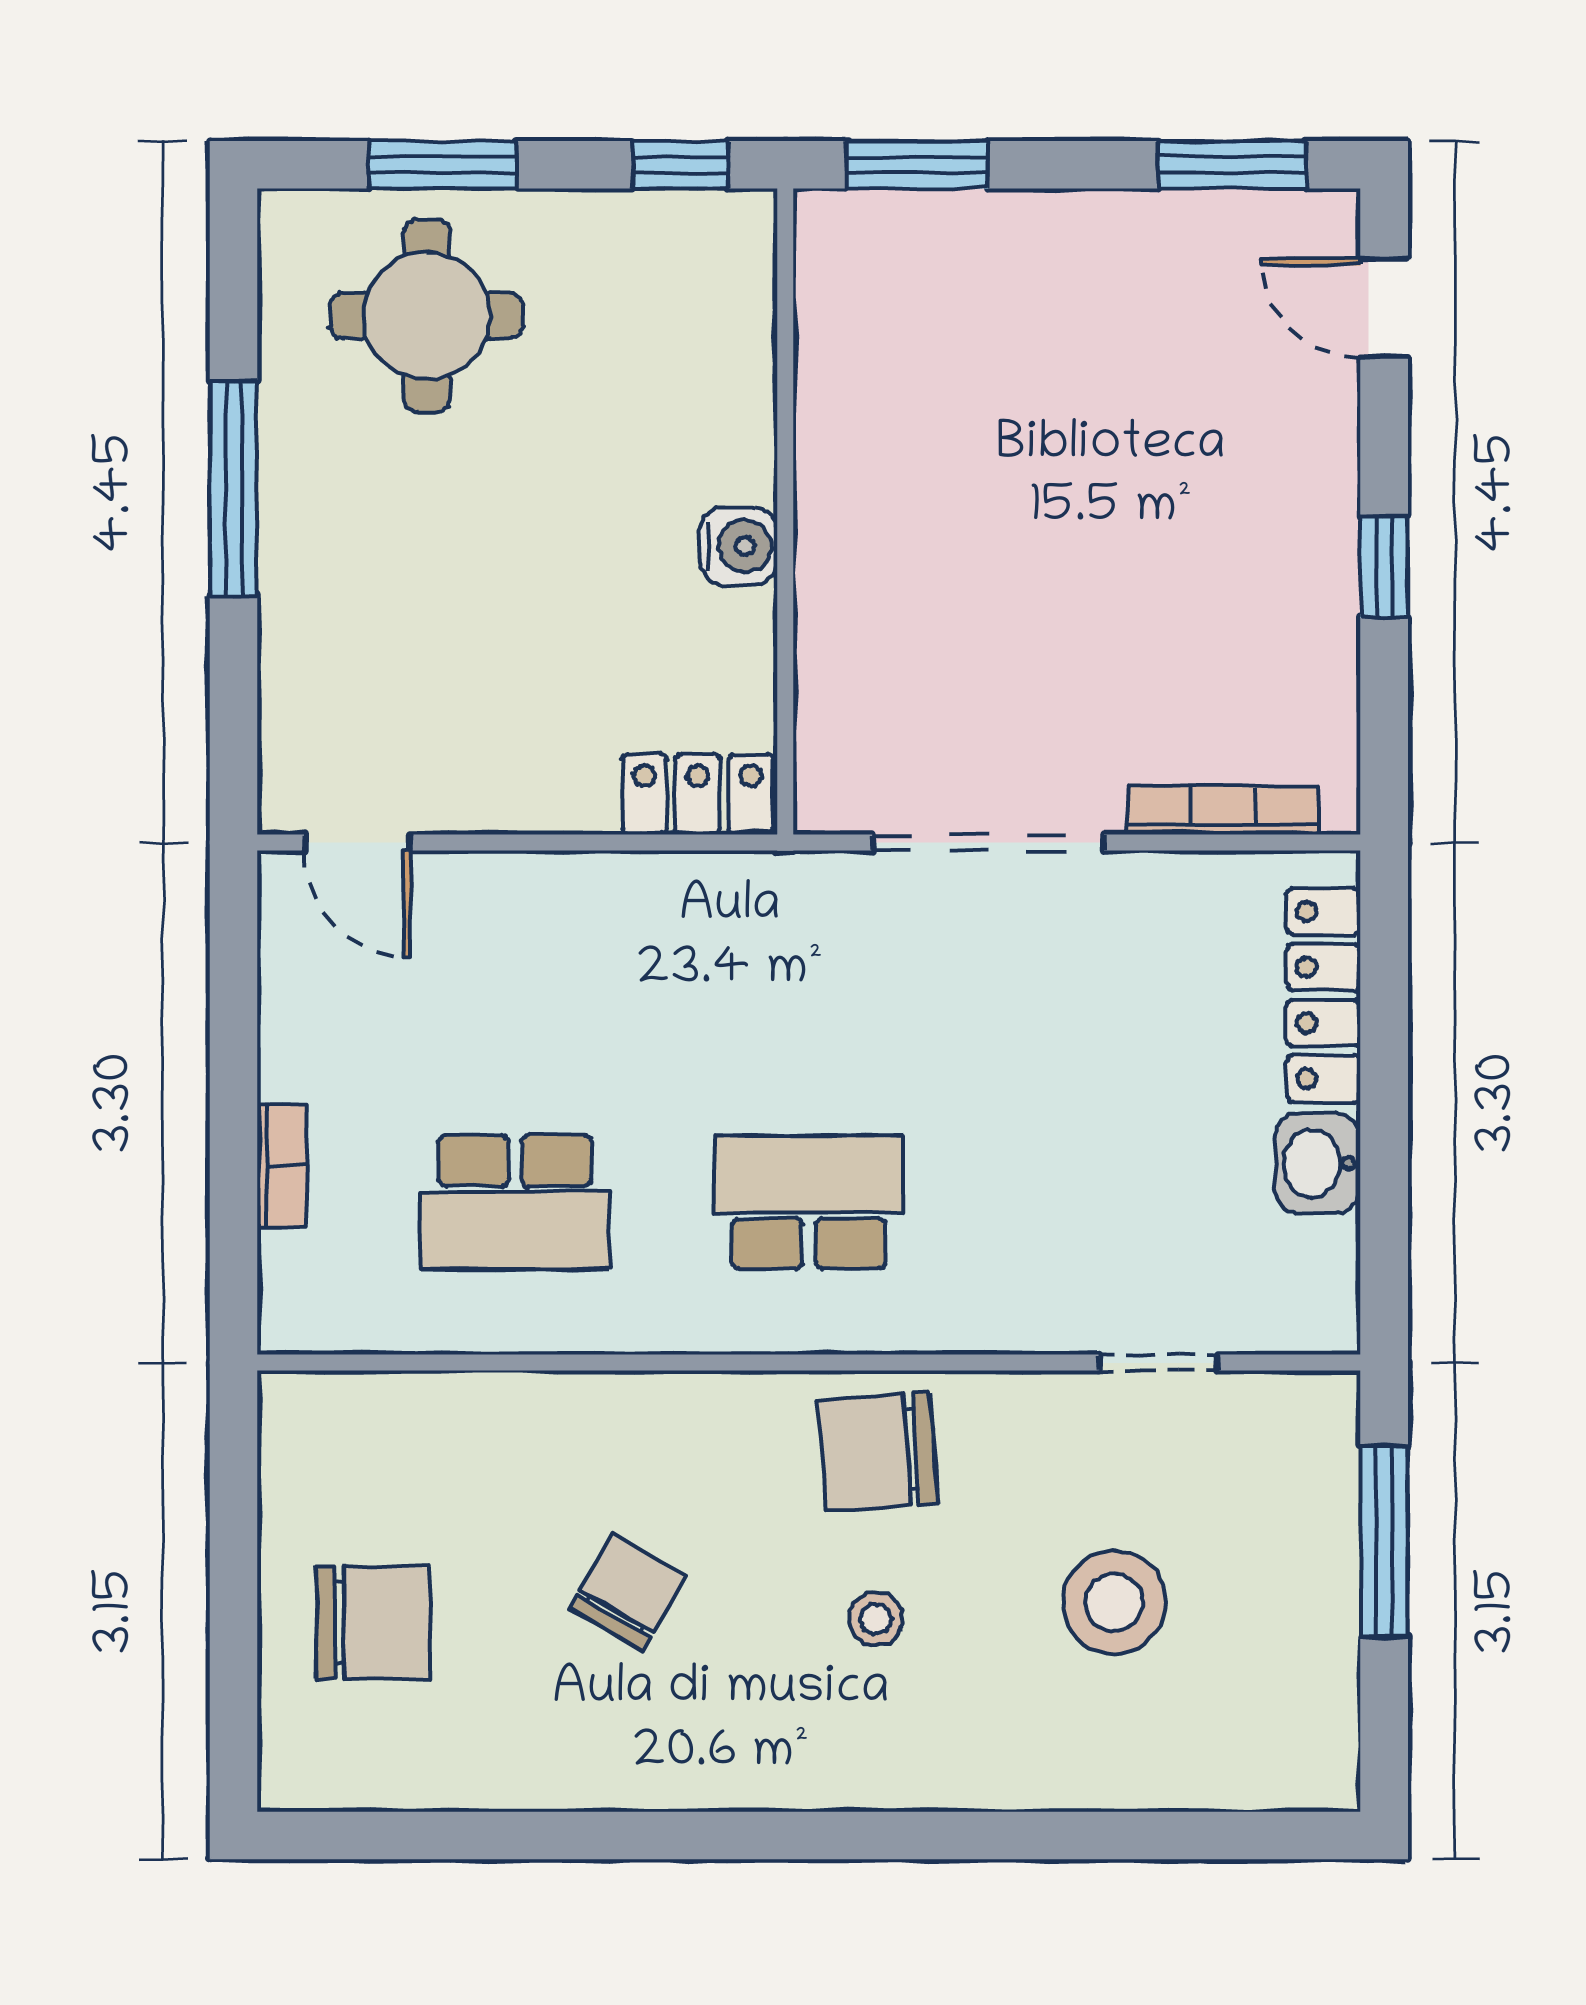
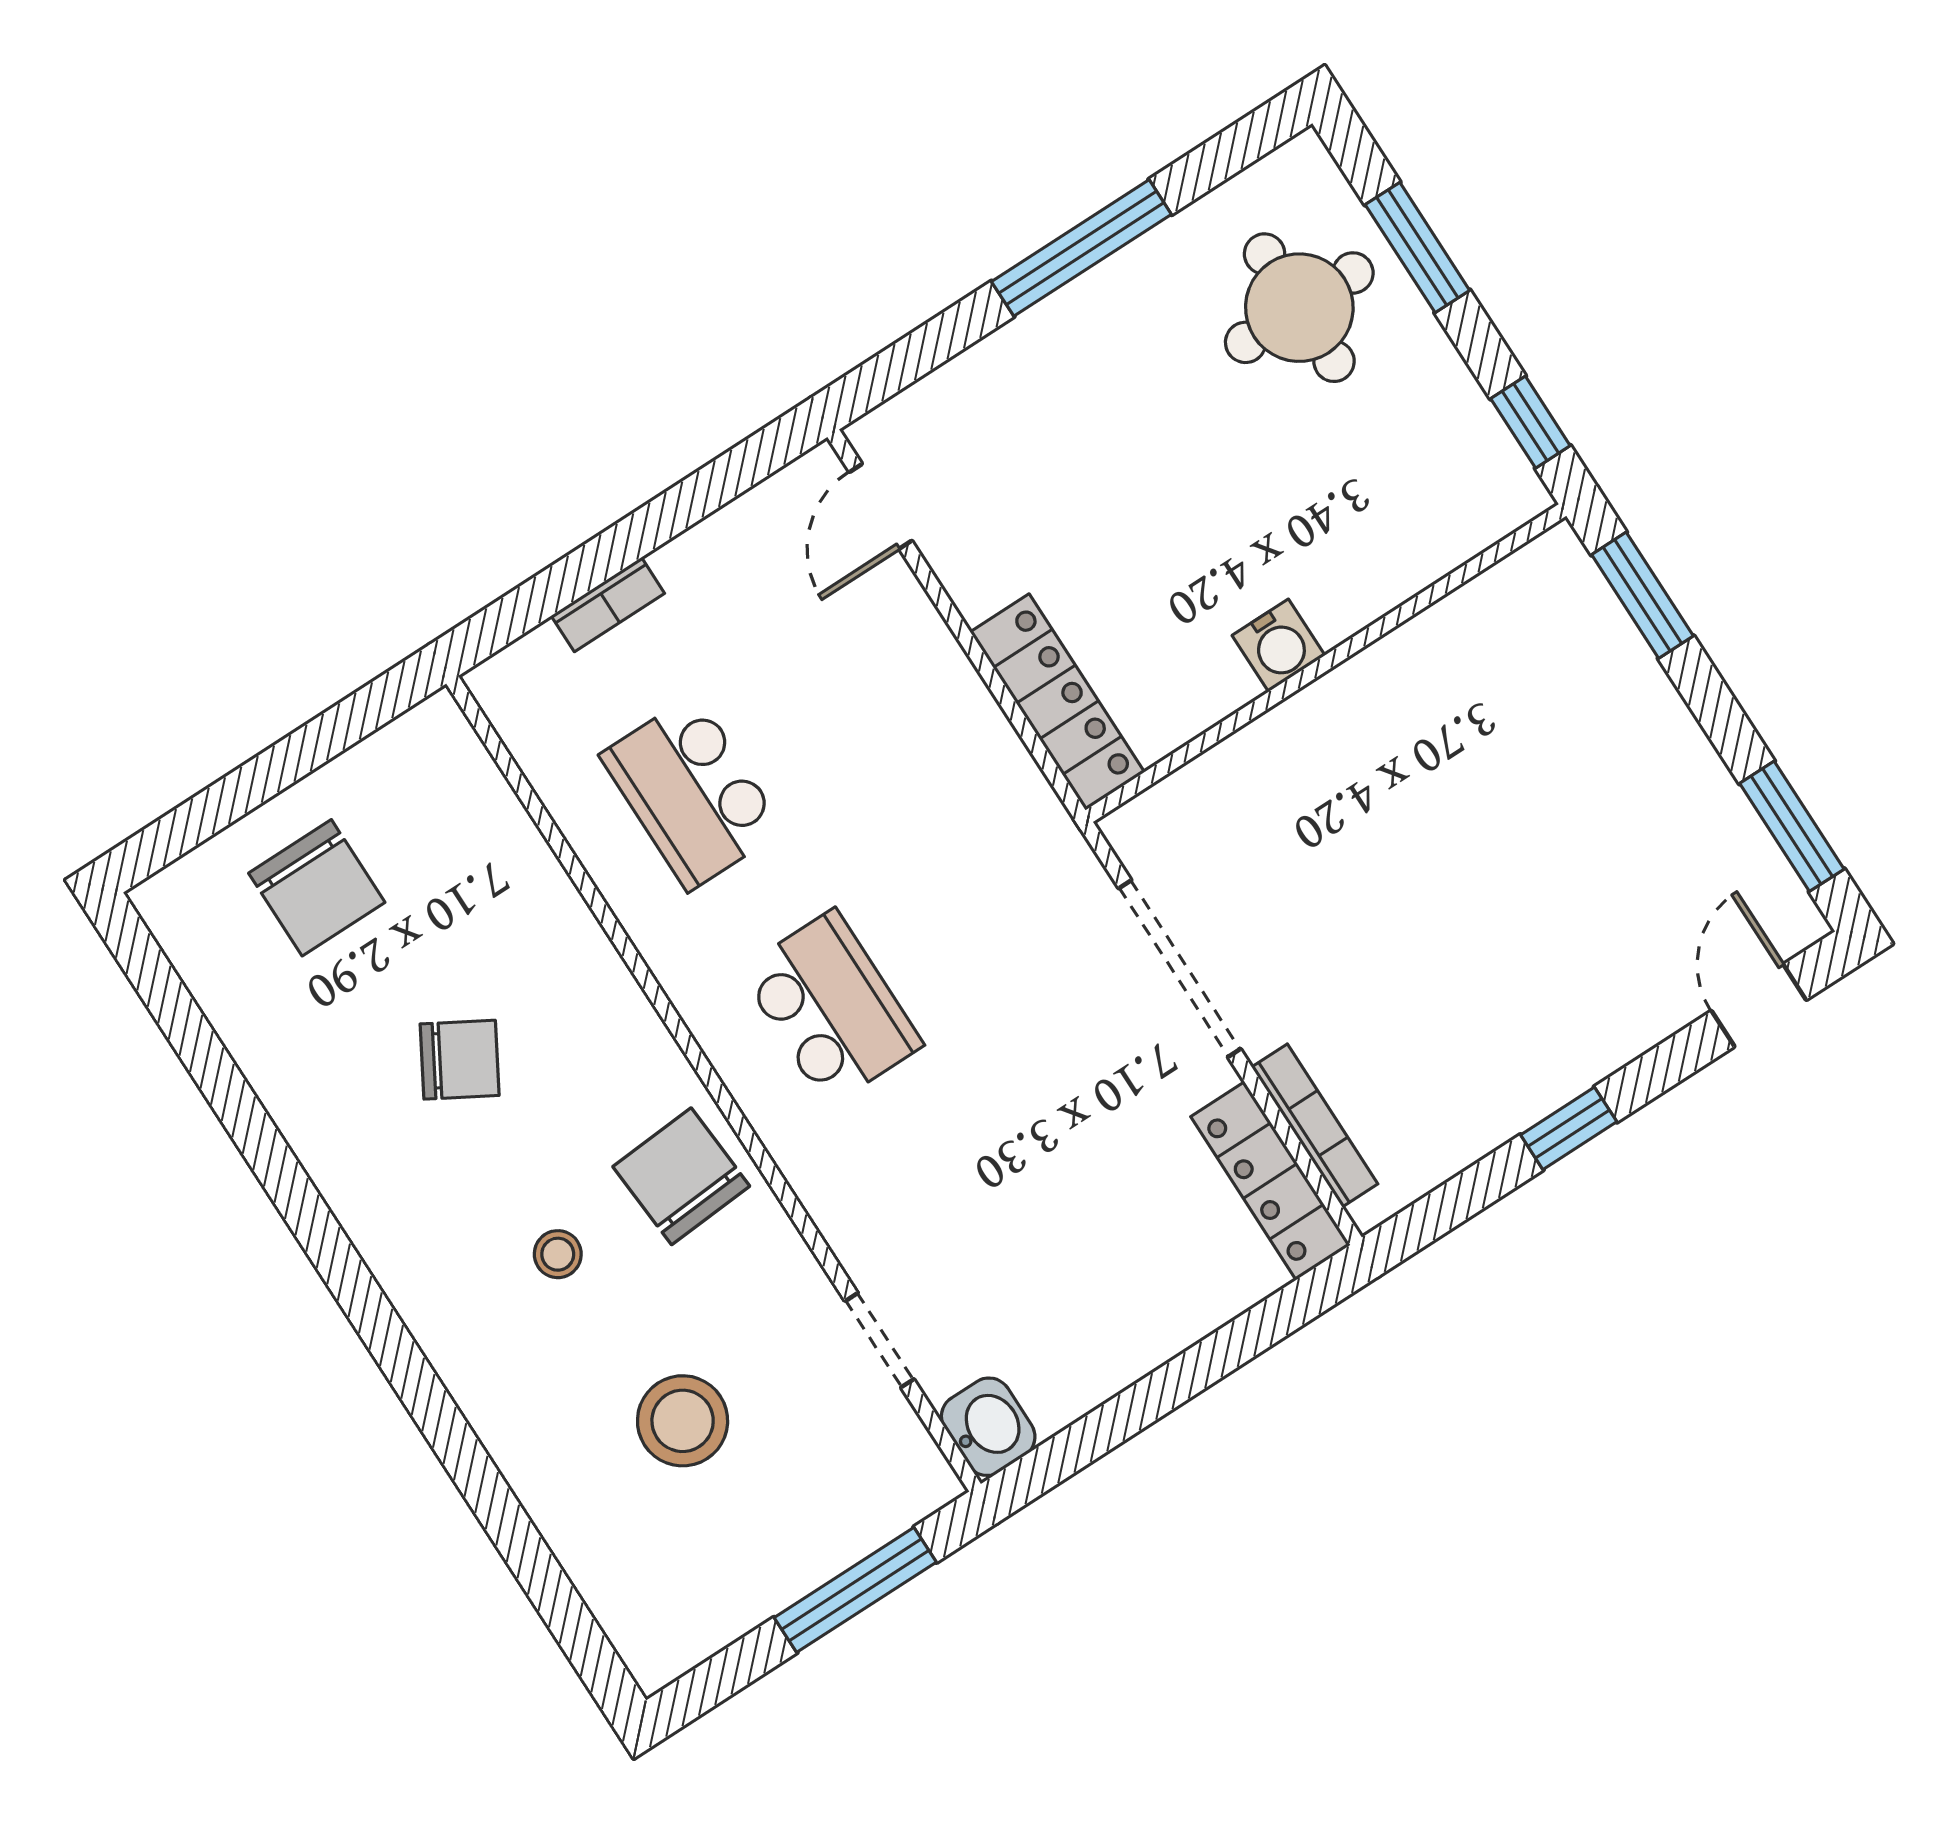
locker: (698, 794) -> (1057, 702), width x1.53
locker: (1324, 995) -> (1270, 1181), moved, turned -90
washbasin: (1318, 1163) -> (988, 1427), moved, turned 90

